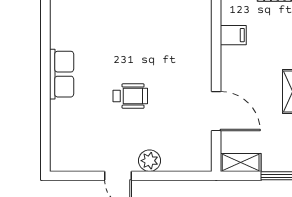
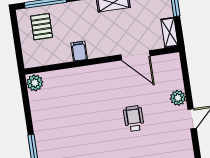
door: (216, 111) -> (135, 55), swing flipped

